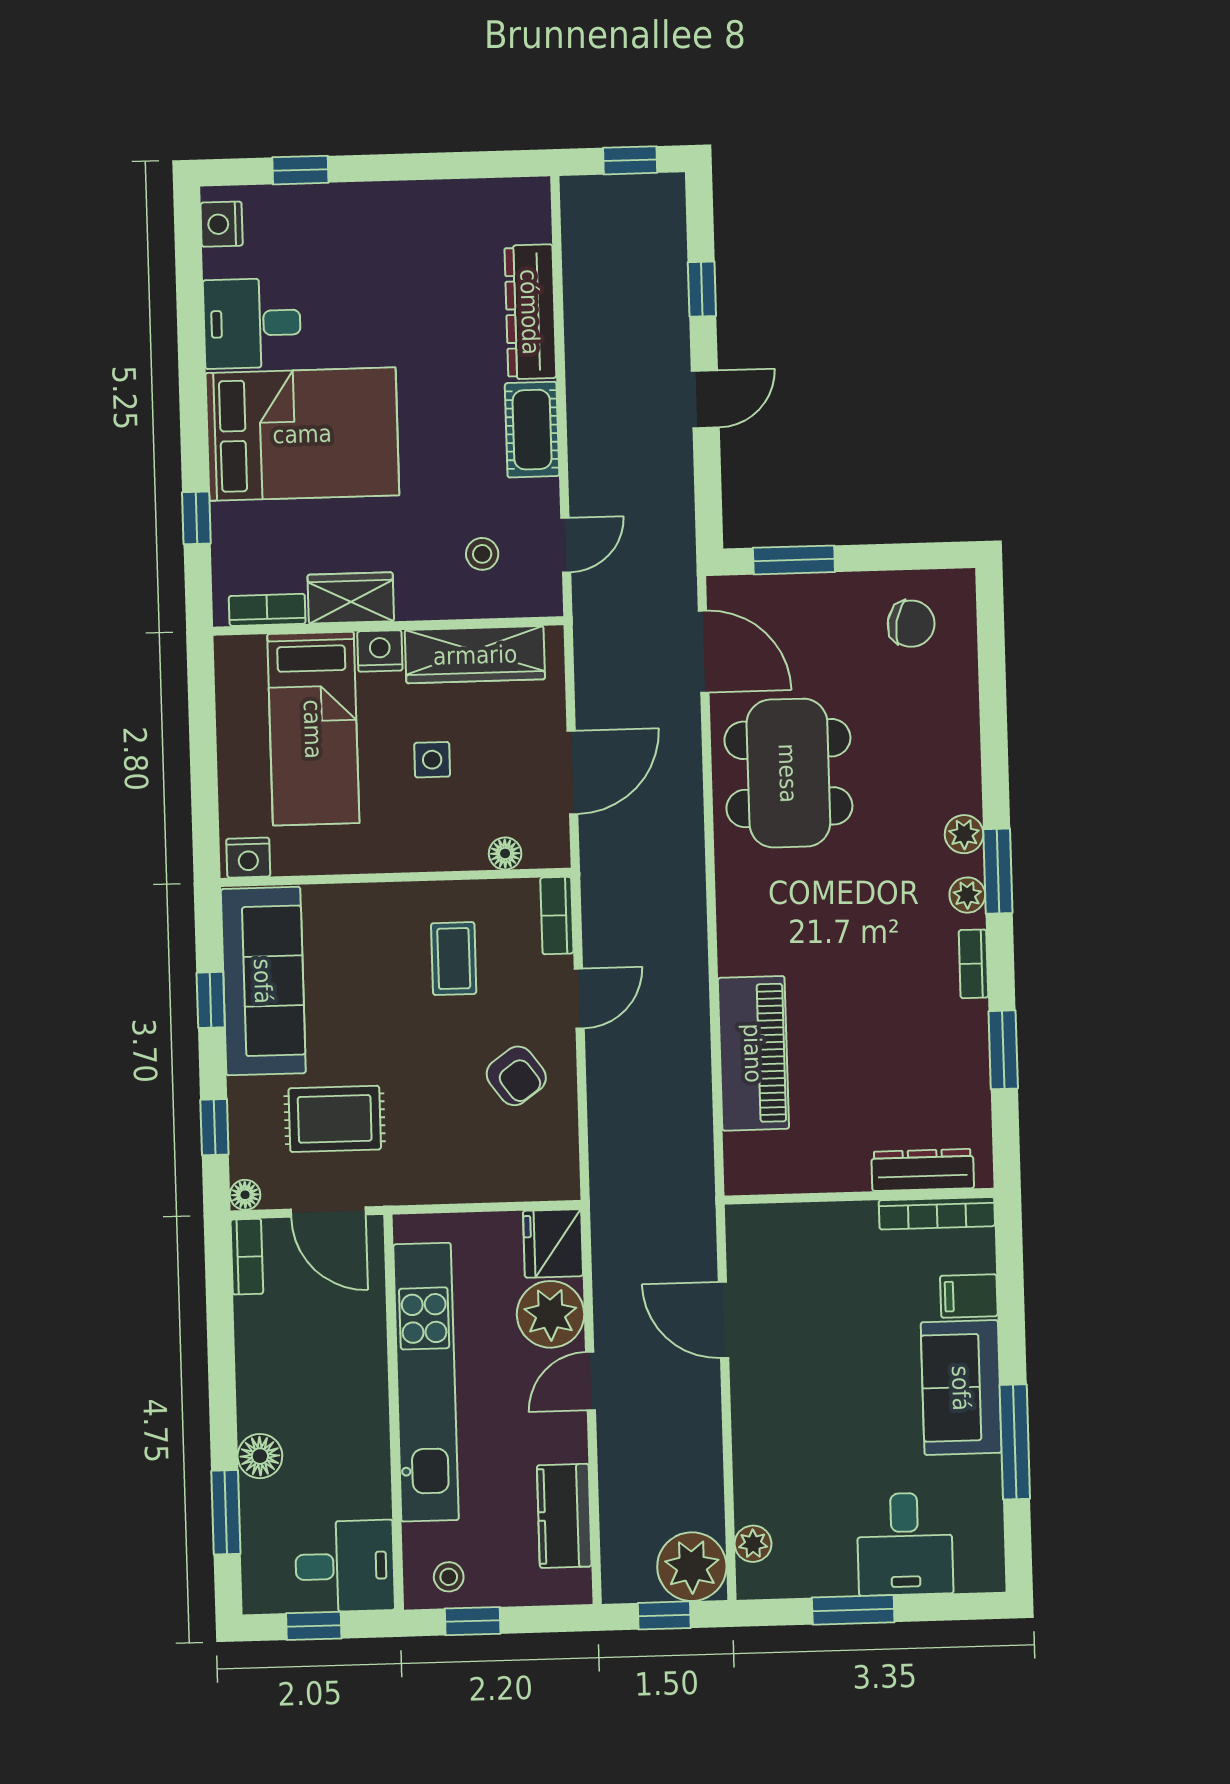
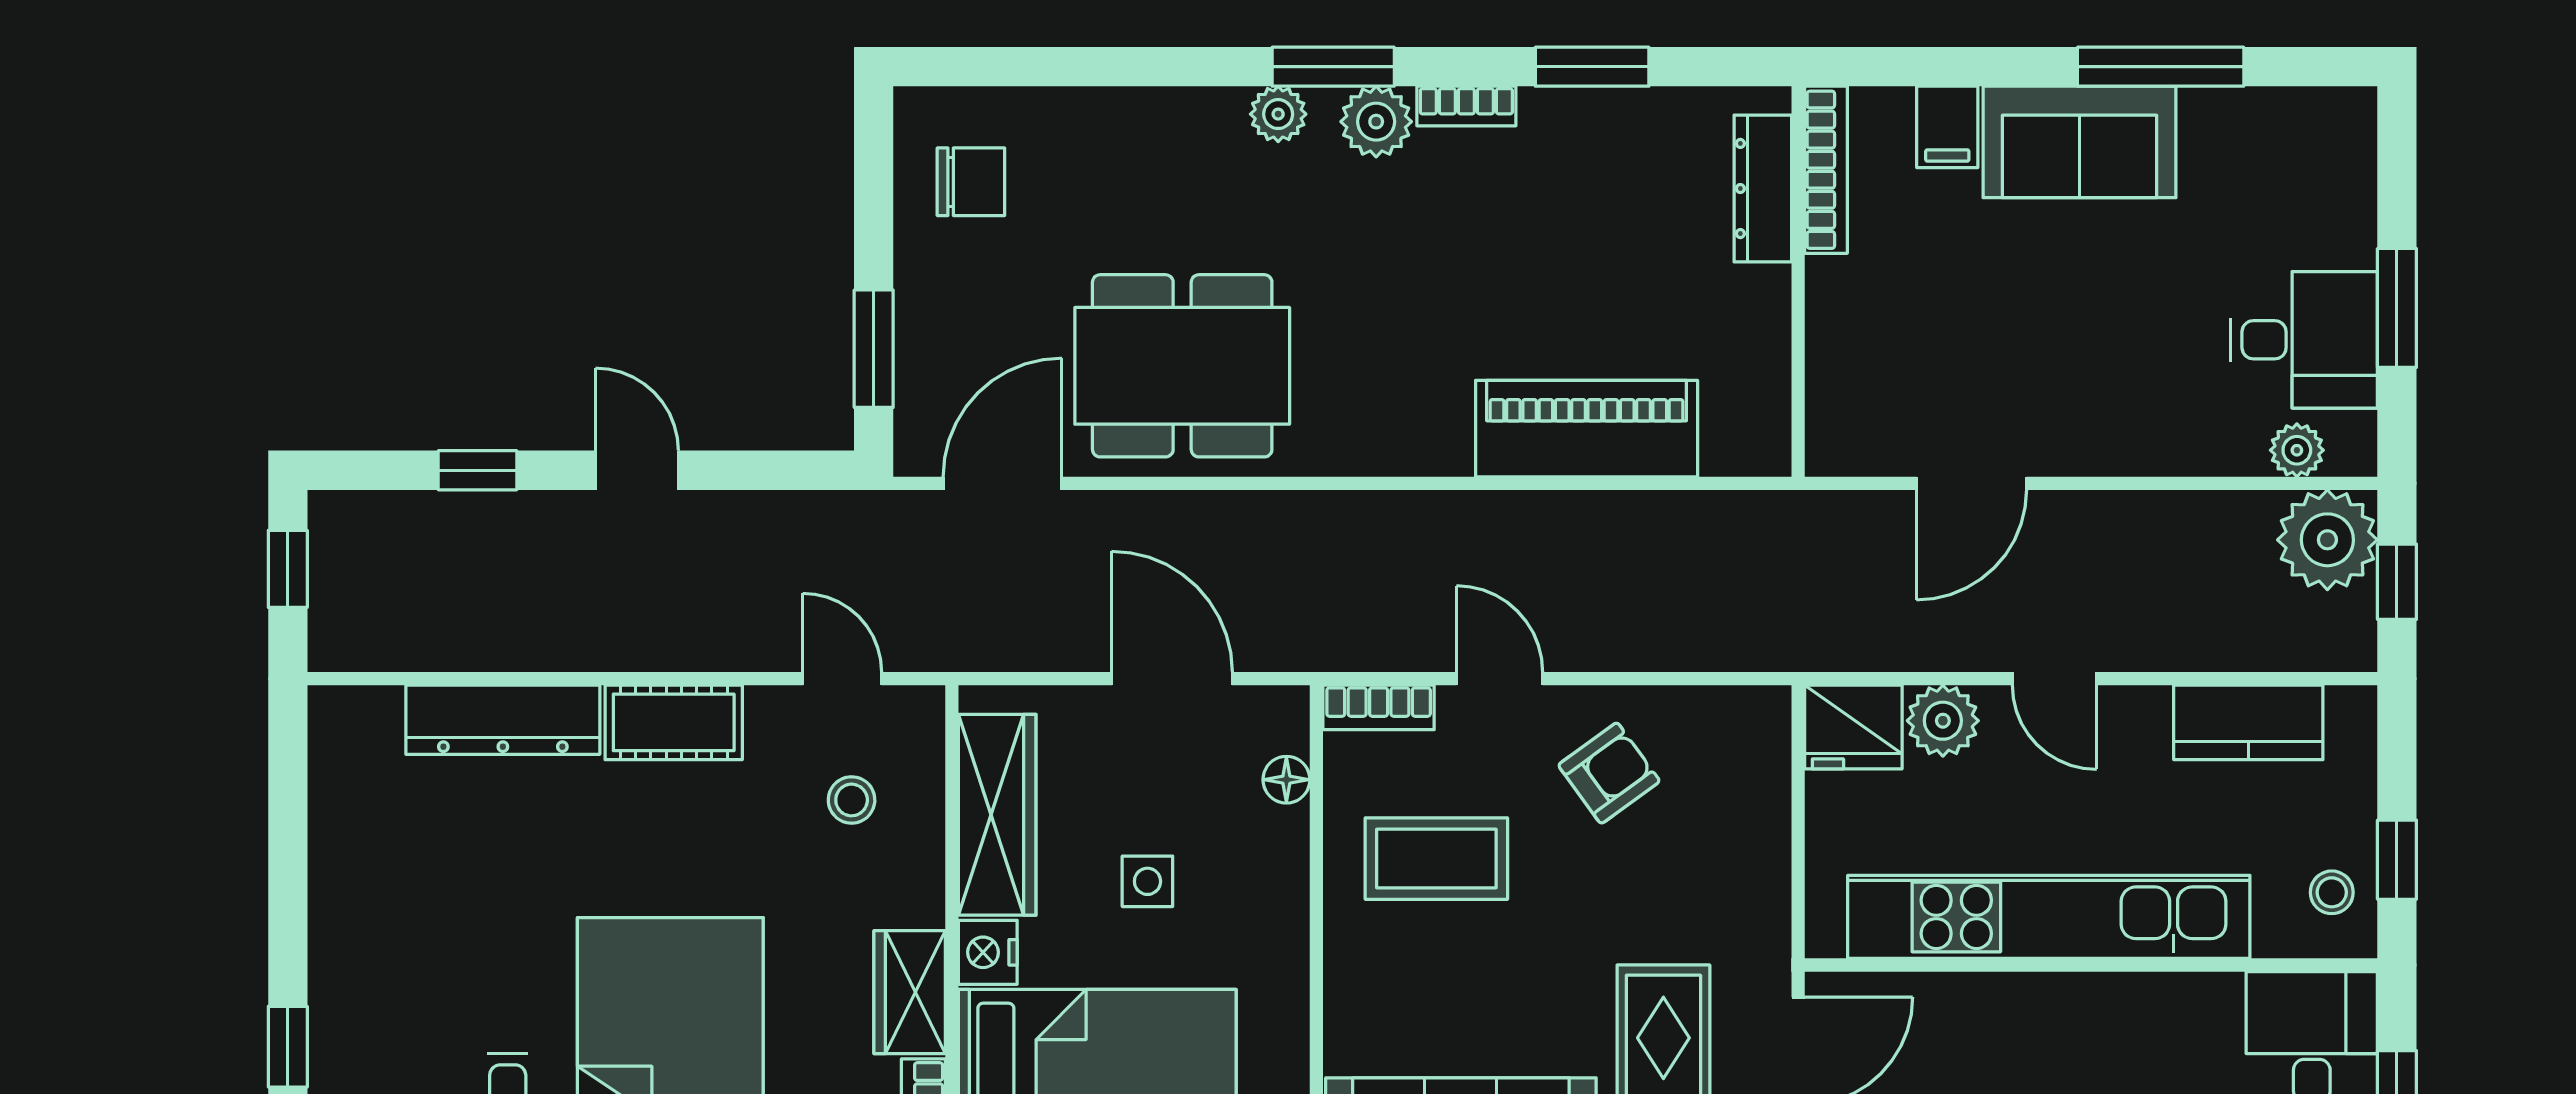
chair: (911, 624) -> (971, 182), turned 79
plant: (967, 895) -> (1376, 122), width x1.38, depth x1.38
coffee table: (454, 959) -> (1436, 859), width x1.36, depth x1.30
plant: (551, 1314) -> (1943, 721), width x0.73, depth x0.73
desk: (905, 1544) -> (2304, 340), moved

